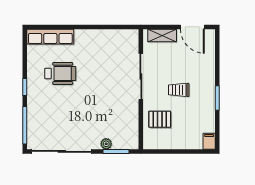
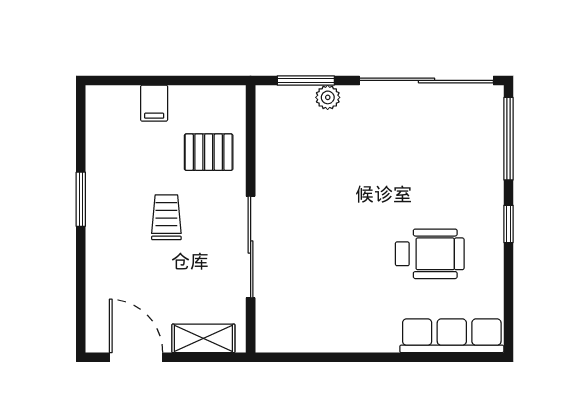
wheelchair: (60, 73) -> (430, 254), turned 180
trolley: (179, 90) -> (166, 217), turned -90
filing cabinet: (209, 141) -> (154, 103), moved

